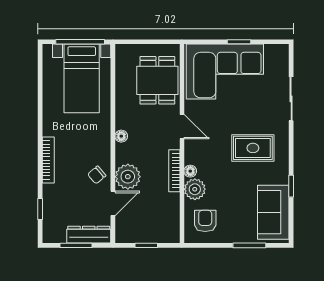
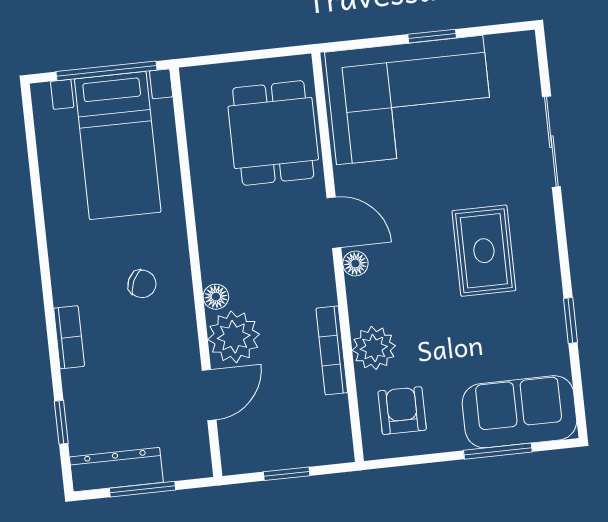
floor lamp: (121, 136) -> (216, 297), moved
rug: (253, 148) -> (484, 251), turned 90
bookcase: (48, 160) -> (69, 337), width x0.64
bookcase: (174, 171) -> (332, 350), moved
floor lamp: (190, 171) -> (355, 263), moved
chair: (97, 175) -> (142, 284), moved, turned -115
sofa: (273, 212) -> (519, 412), moved, turned 90
dresser: (89, 235) -> (116, 470), moved

